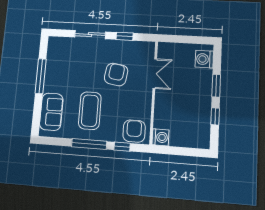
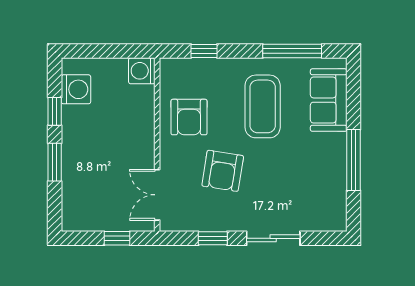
window: (181, 39) -> (117, 238), added
washing machine: (204, 59) -> (76, 89), moved
double door: (155, 74) -> (157, 195), moved
armchair: (134, 131) -> (189, 117), moved
window: (89, 144) -> (292, 51), moved

